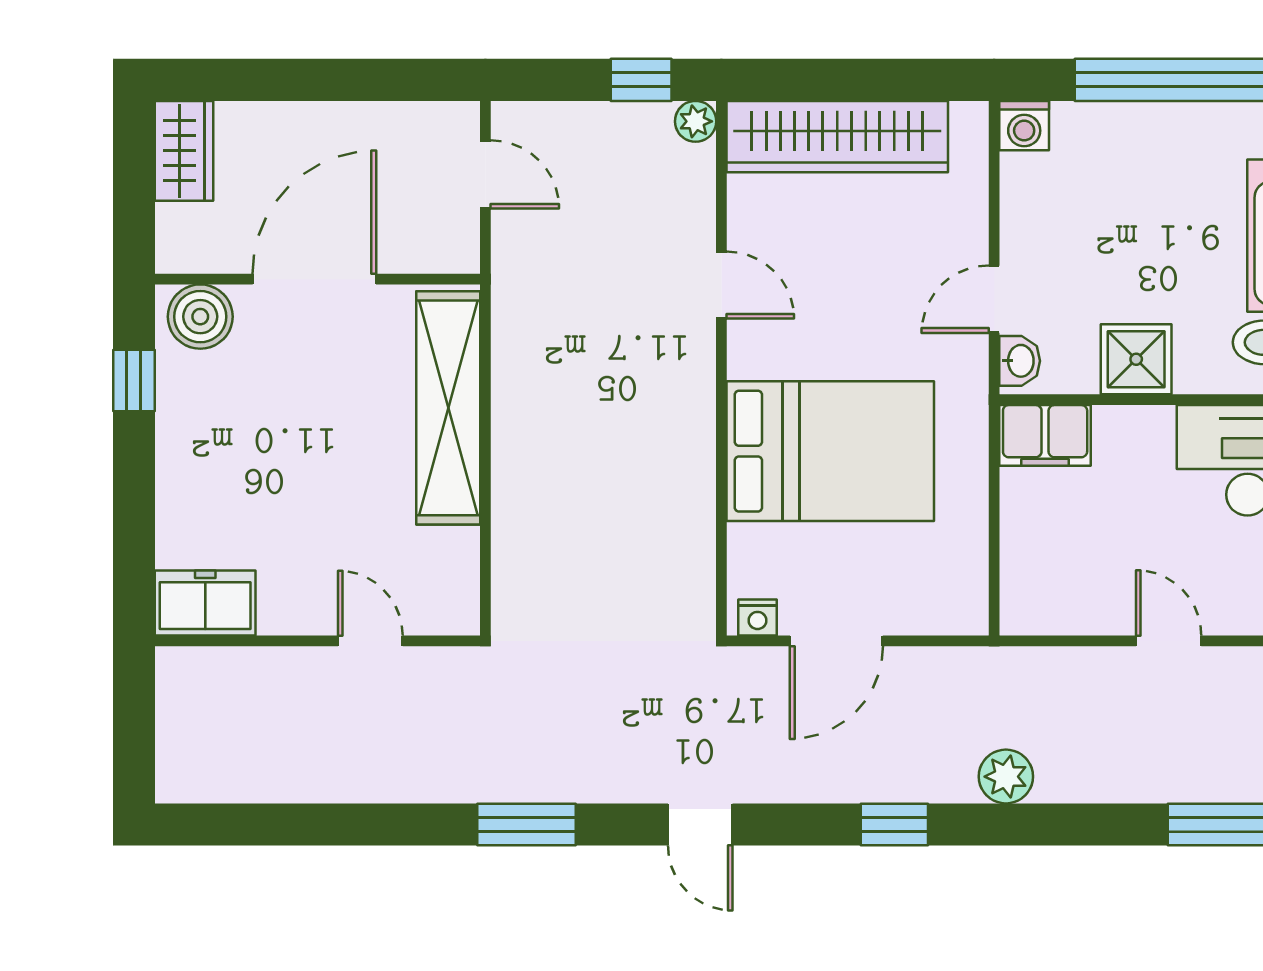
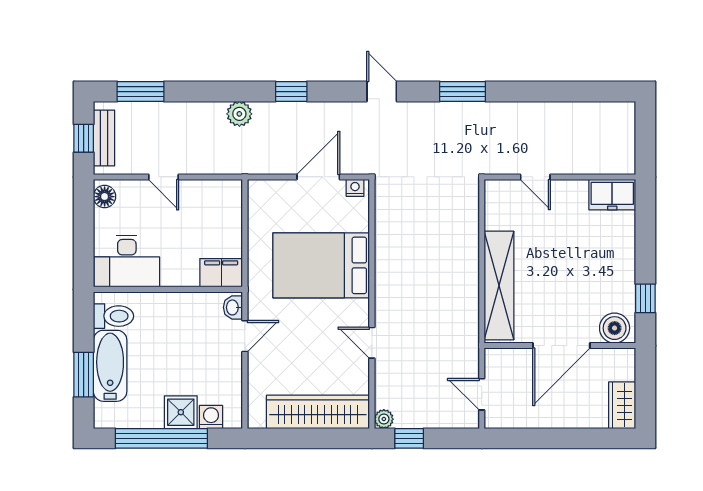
washing machine: (1024, 126) -> (211, 417), moved
shower: (1136, 359) -> (181, 412), moved

